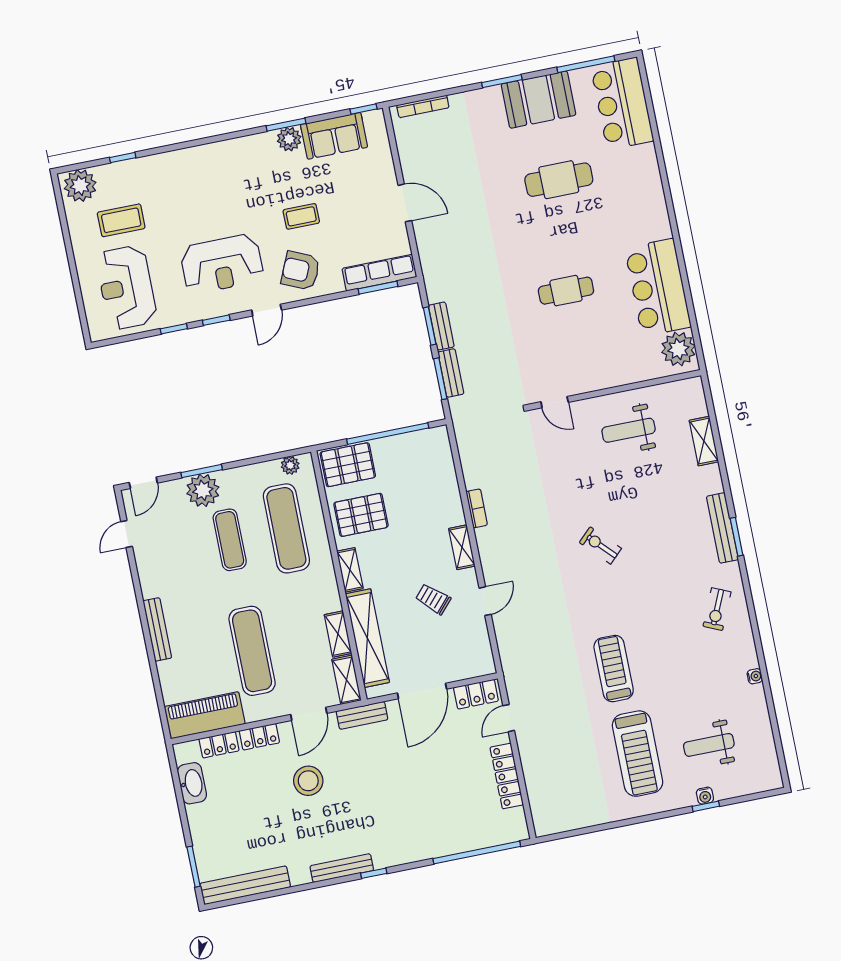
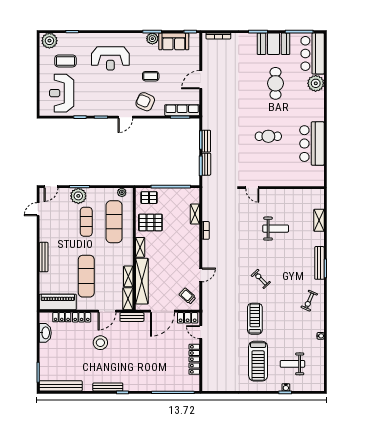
cafe table: (559, 180) -> (275, 83), turned 90
door: (405, 203) -> (201, 80), swing flipped
reception desk: (222, 264) -> (110, 58), moved
plant: (678, 349) -> (316, 83), moved
weight bench: (629, 430) -> (276, 229), moved, turned 180
pallet: (348, 465) -> (149, 198), width x0.67, depth x0.71
exercise bike: (600, 545) -> (261, 279), moved
shelving: (462, 547) -> (195, 214), moved
trolley: (433, 599) -> (187, 296), moved
door: (509, 718) -> (201, 332), hinge flipped

